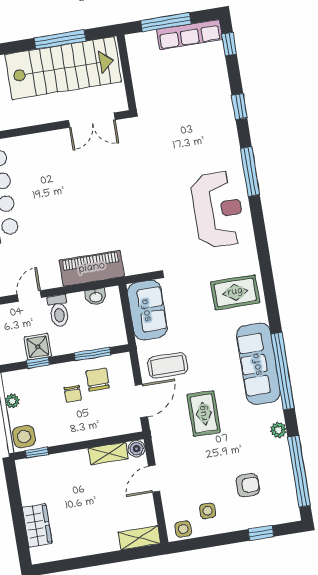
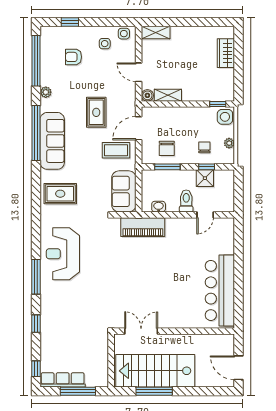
piano: (92, 268) -> (143, 227), moved
chair: (73, 394) -> (204, 147), moved
door: (154, 479) -> (139, 72), swing flipped

